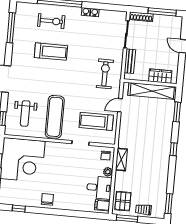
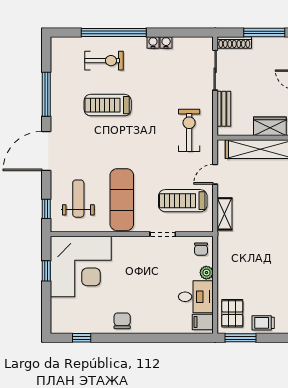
window: (11, 28) -> (46, 94), moved
treadmill: (51, 52) -> (108, 105), turned 180
weight bench: (25, 113) -> (78, 199), turned 180
shelving: (121, 159) -> (224, 214), moved

